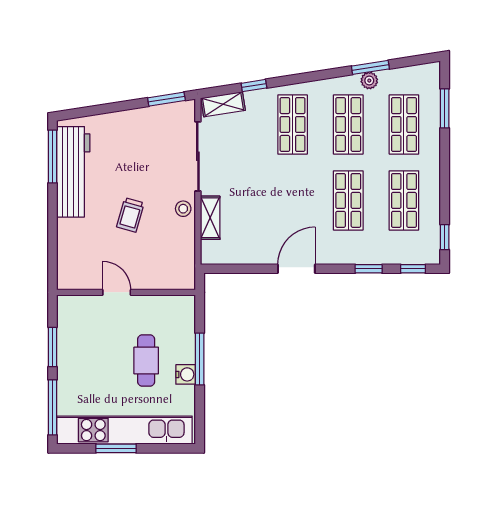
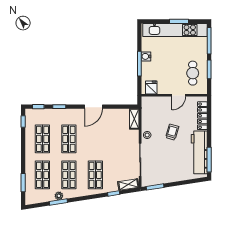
shelving: (210, 218) -> (134, 119), moved
locker: (67, 249) -> (202, 116), added
door: (117, 292) -> (179, 95), hinge flipped
fridge: (175, 309) -> (151, 87), added
cafe table: (146, 360) -> (193, 73), moved

